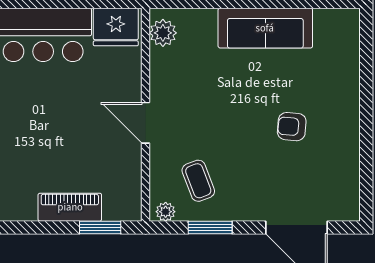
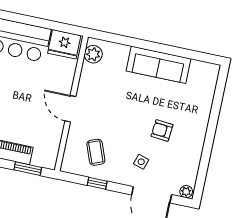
side table: (270, 181) -> (141, 162), added
plant: (166, 212) -> (186, 192), moved
window: (210, 227) -> (97, 183), width x0.67

